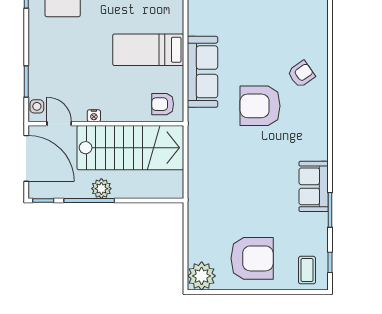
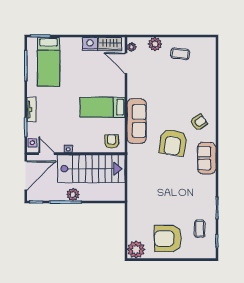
tv unit: (35, 53) -> (31, 109), added
armchair: (163, 104) -> (112, 141), turned 90
armchair: (260, 106) -> (173, 142), turned -81
door: (26, 158) -> (26, 176), hinge flipped
sofa: (314, 186) -> (207, 158), moved
armchair: (252, 258) -> (168, 239), turned 180
coffee table: (307, 270) -> (200, 229), moved

